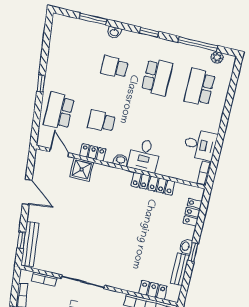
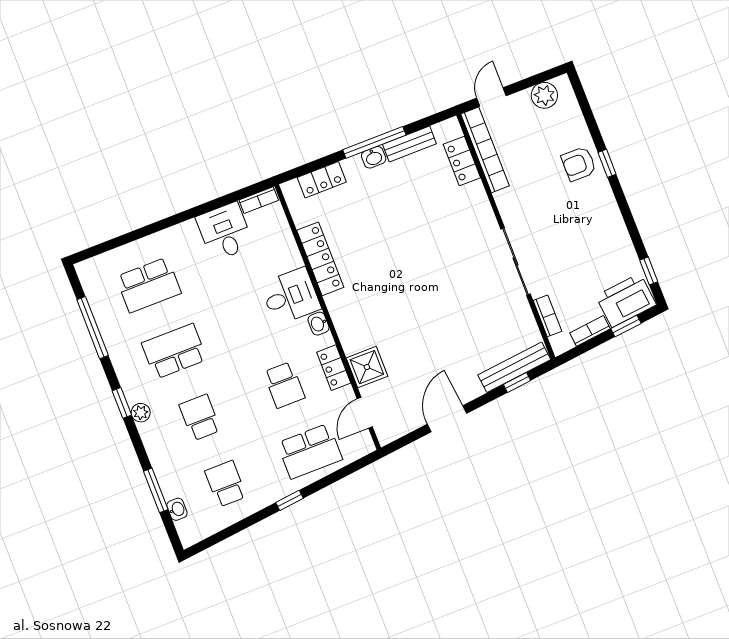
washbasin: (114, 32) -> (177, 509), moved
school desk: (72, 57) -> (226, 484), added
plant: (217, 57) -> (141, 413), moved
school desk: (114, 67) -> (200, 418), turned 180
window: (193, 252) -> (374, 142), width x2.17

